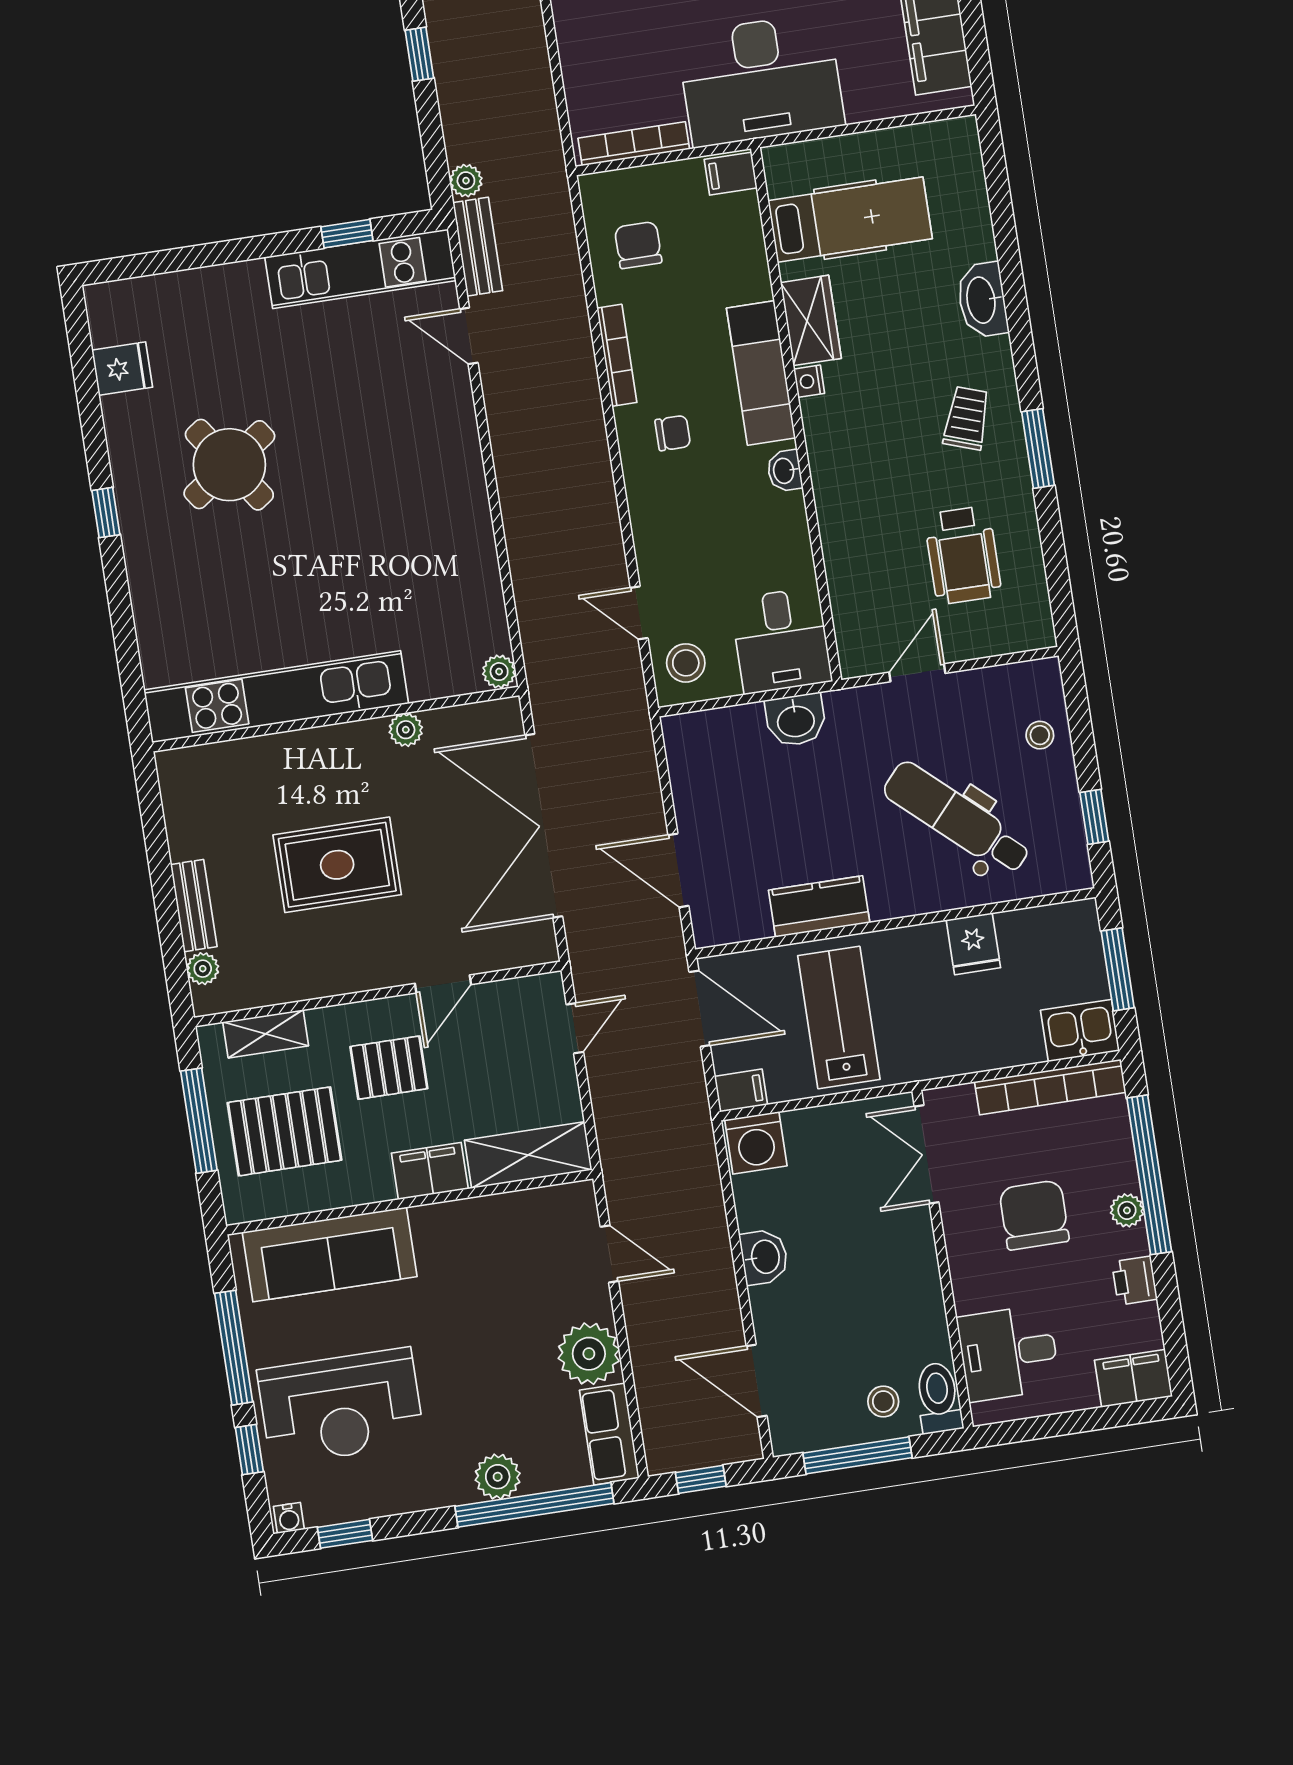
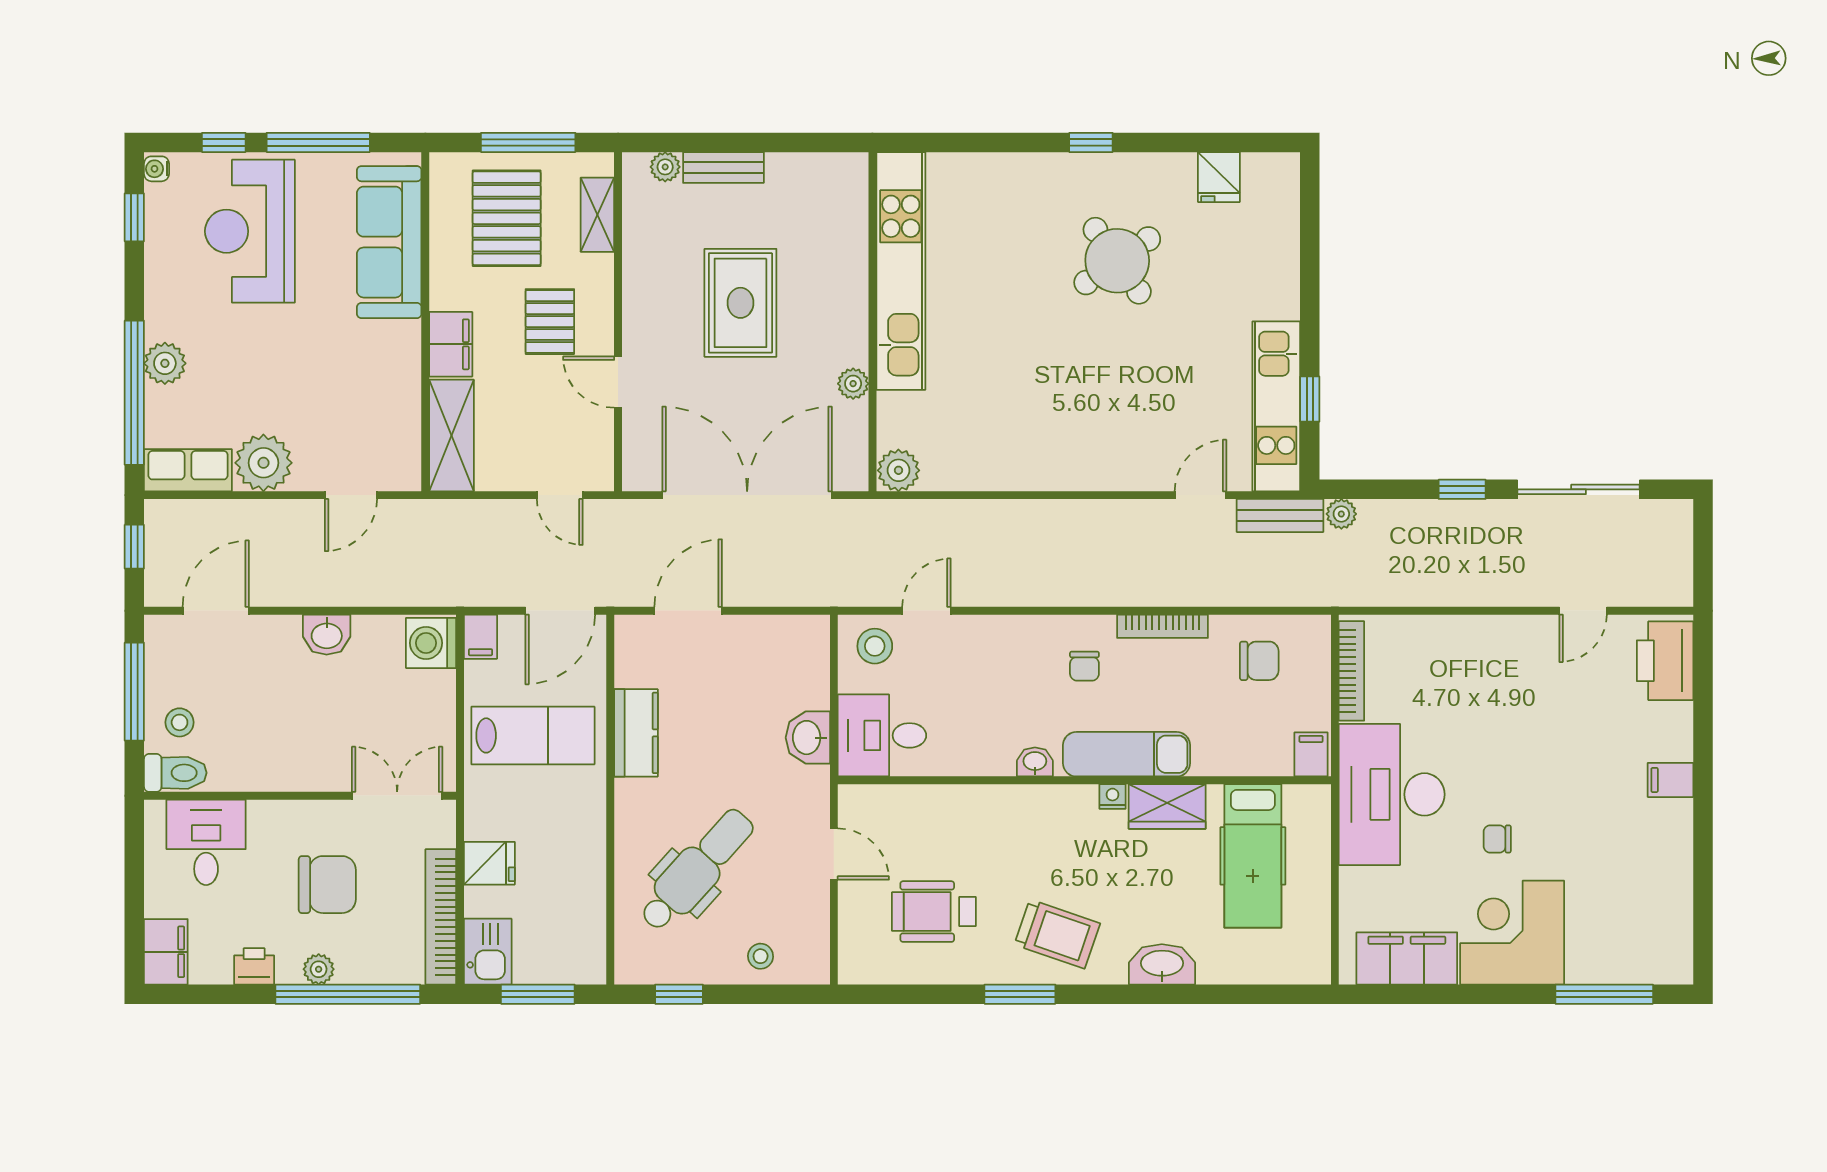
trolley: (967, 418) -> (1057, 934), width x1.36, depth x1.39
plant: (499, 672) -> (898, 470), width x1.38, depth x1.38
fridge: (973, 944) -> (489, 863), moved, turned 180

